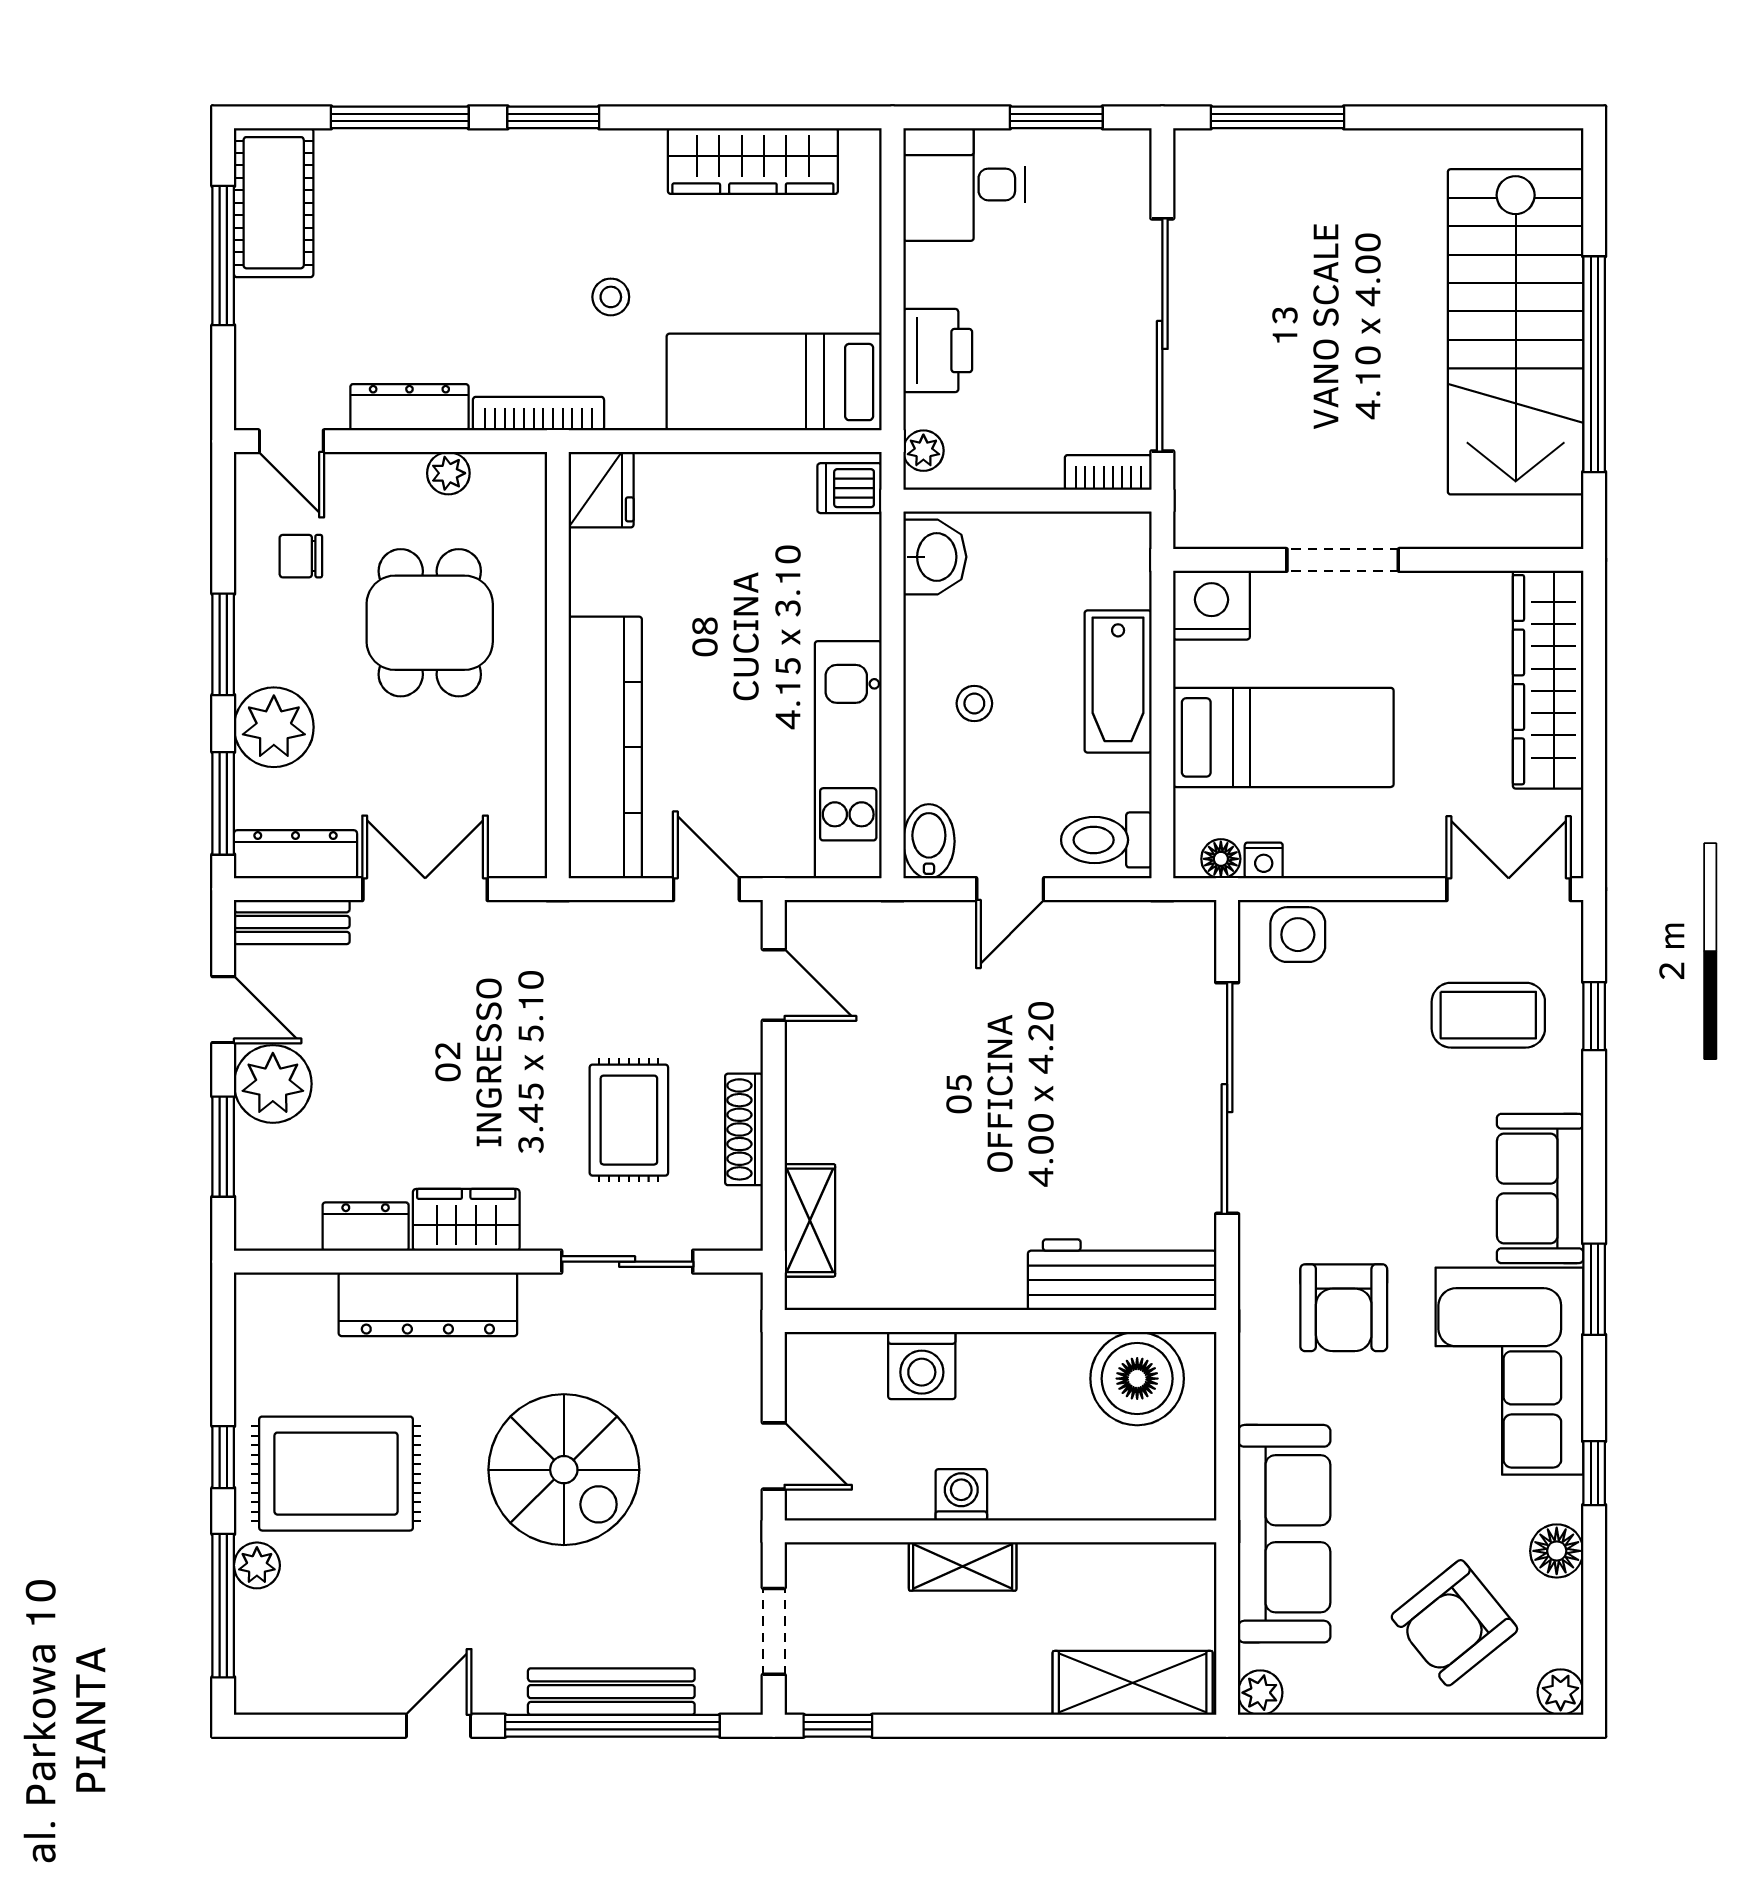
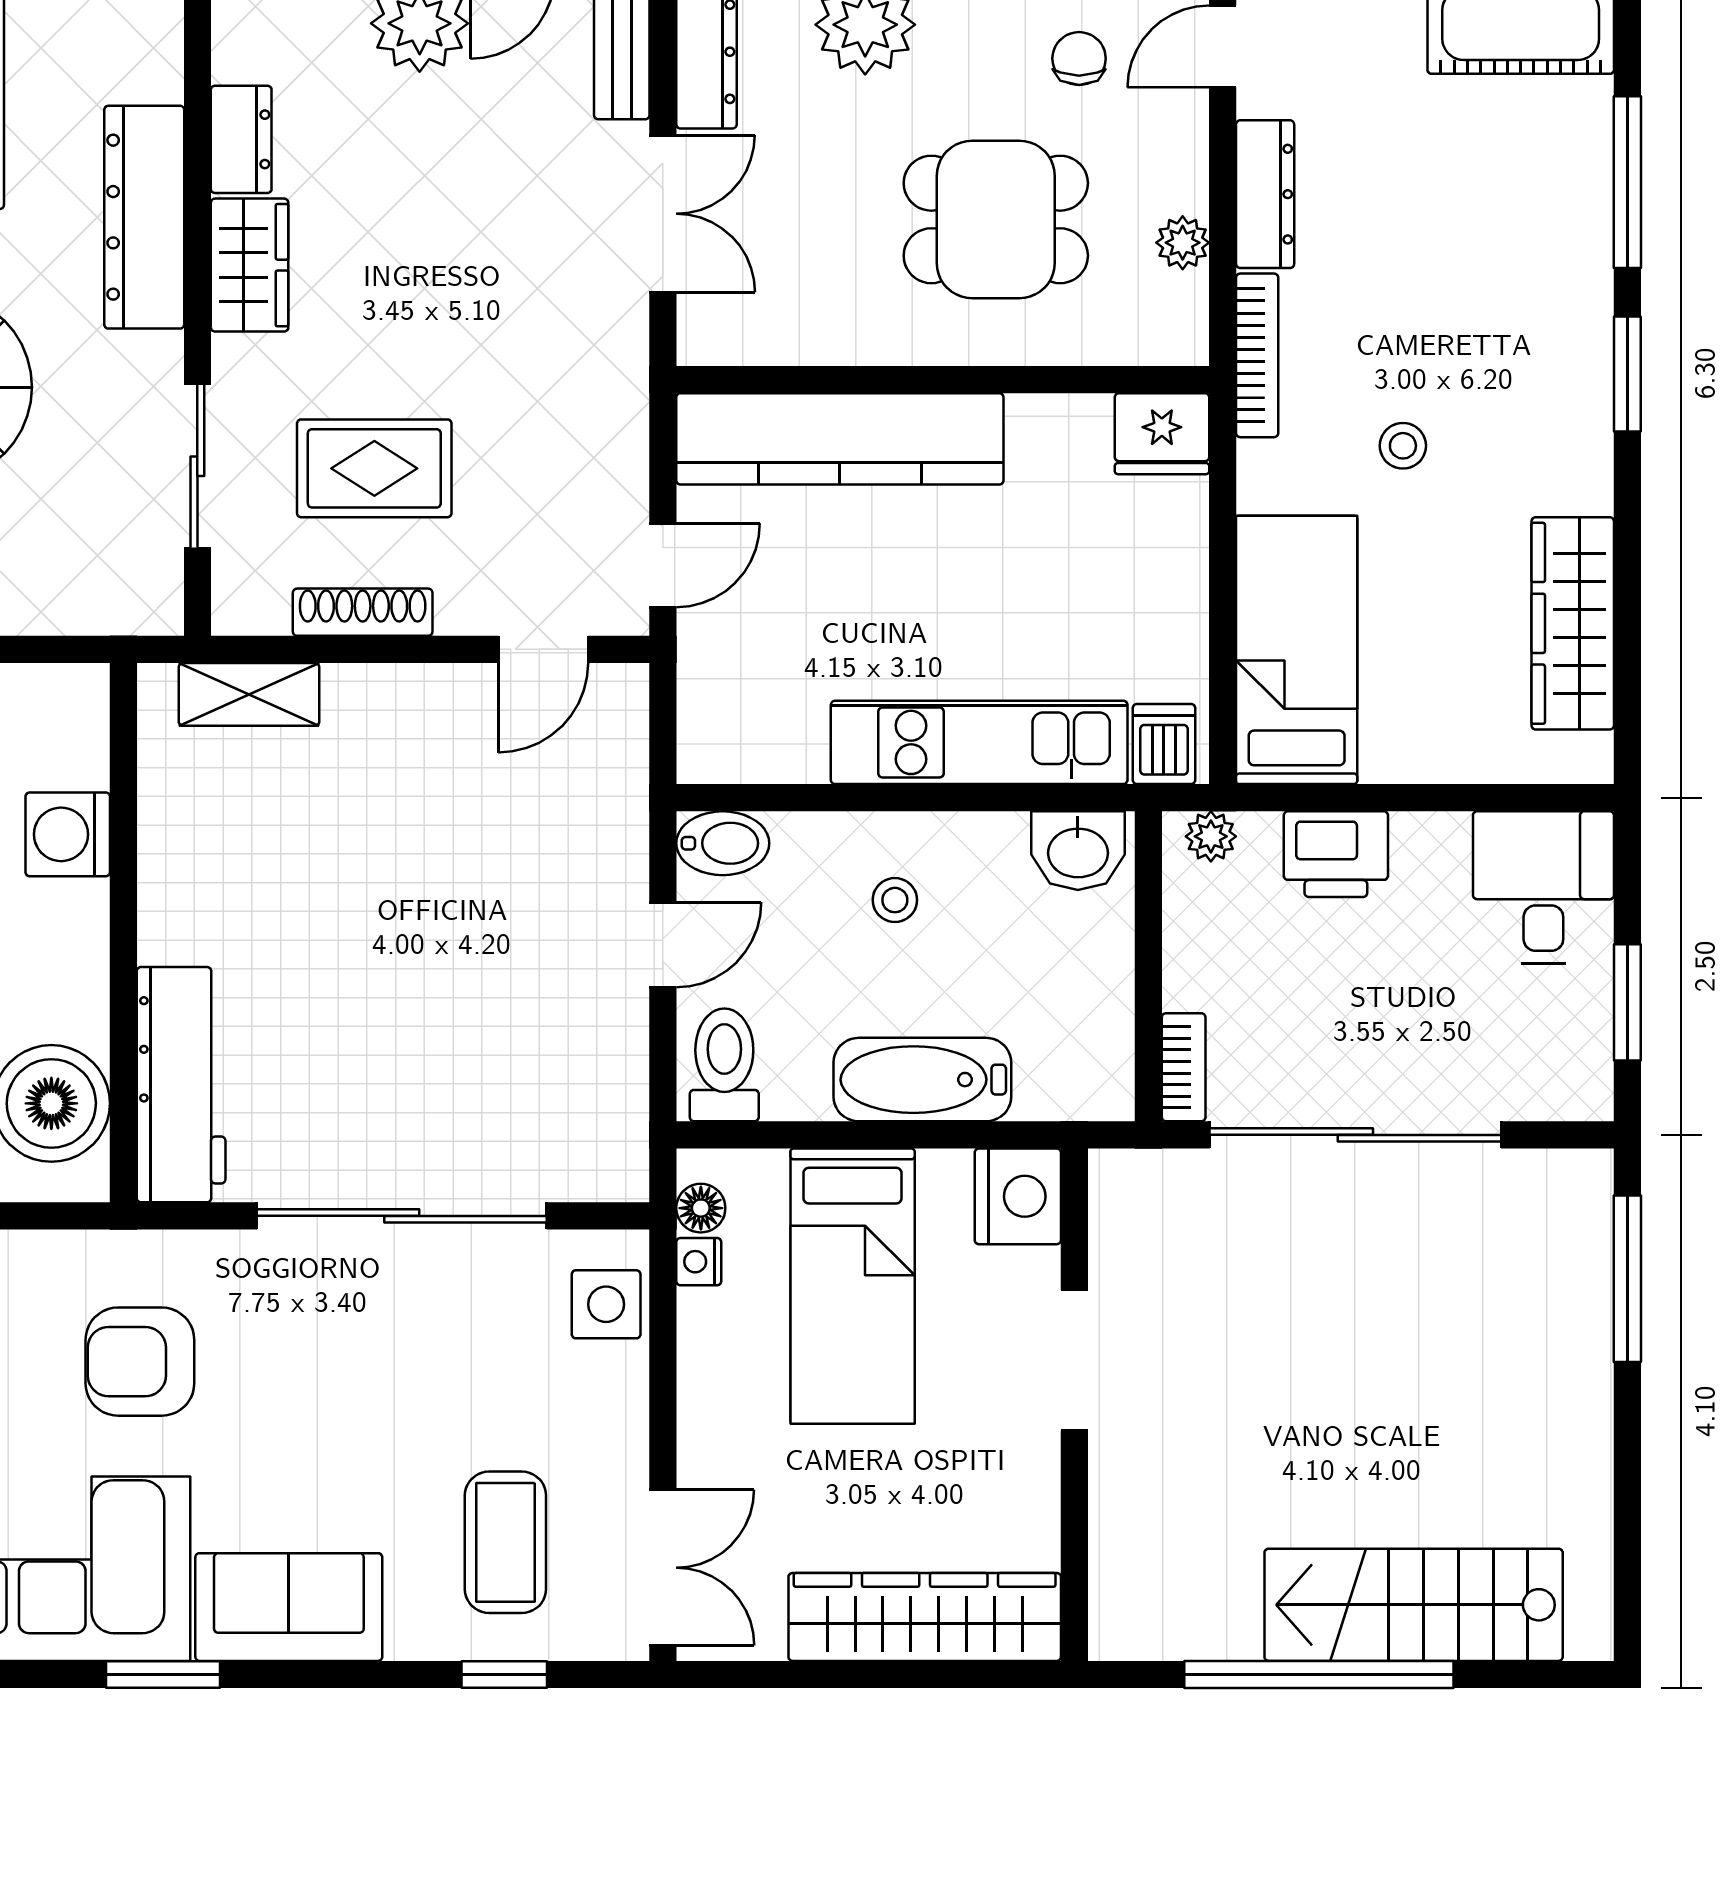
stairs: (1516, 332) -> (1414, 1605), width x0.73, depth x0.66
kitchen unit: (848, 760) -> (979, 742), moved
door: (1010, 889) -> (663, 945), swing flipped

